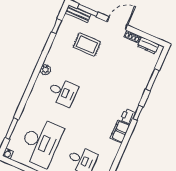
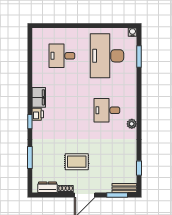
rug: (87, 45) -> (77, 162), moved

